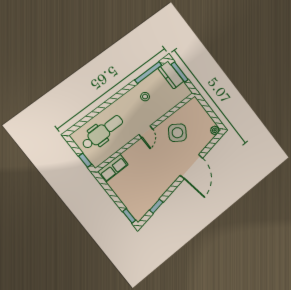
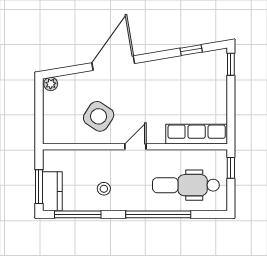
window: (105, 105) -> (158, 214), added
row of seats: (113, 168) -> (197, 134), width x1.48

